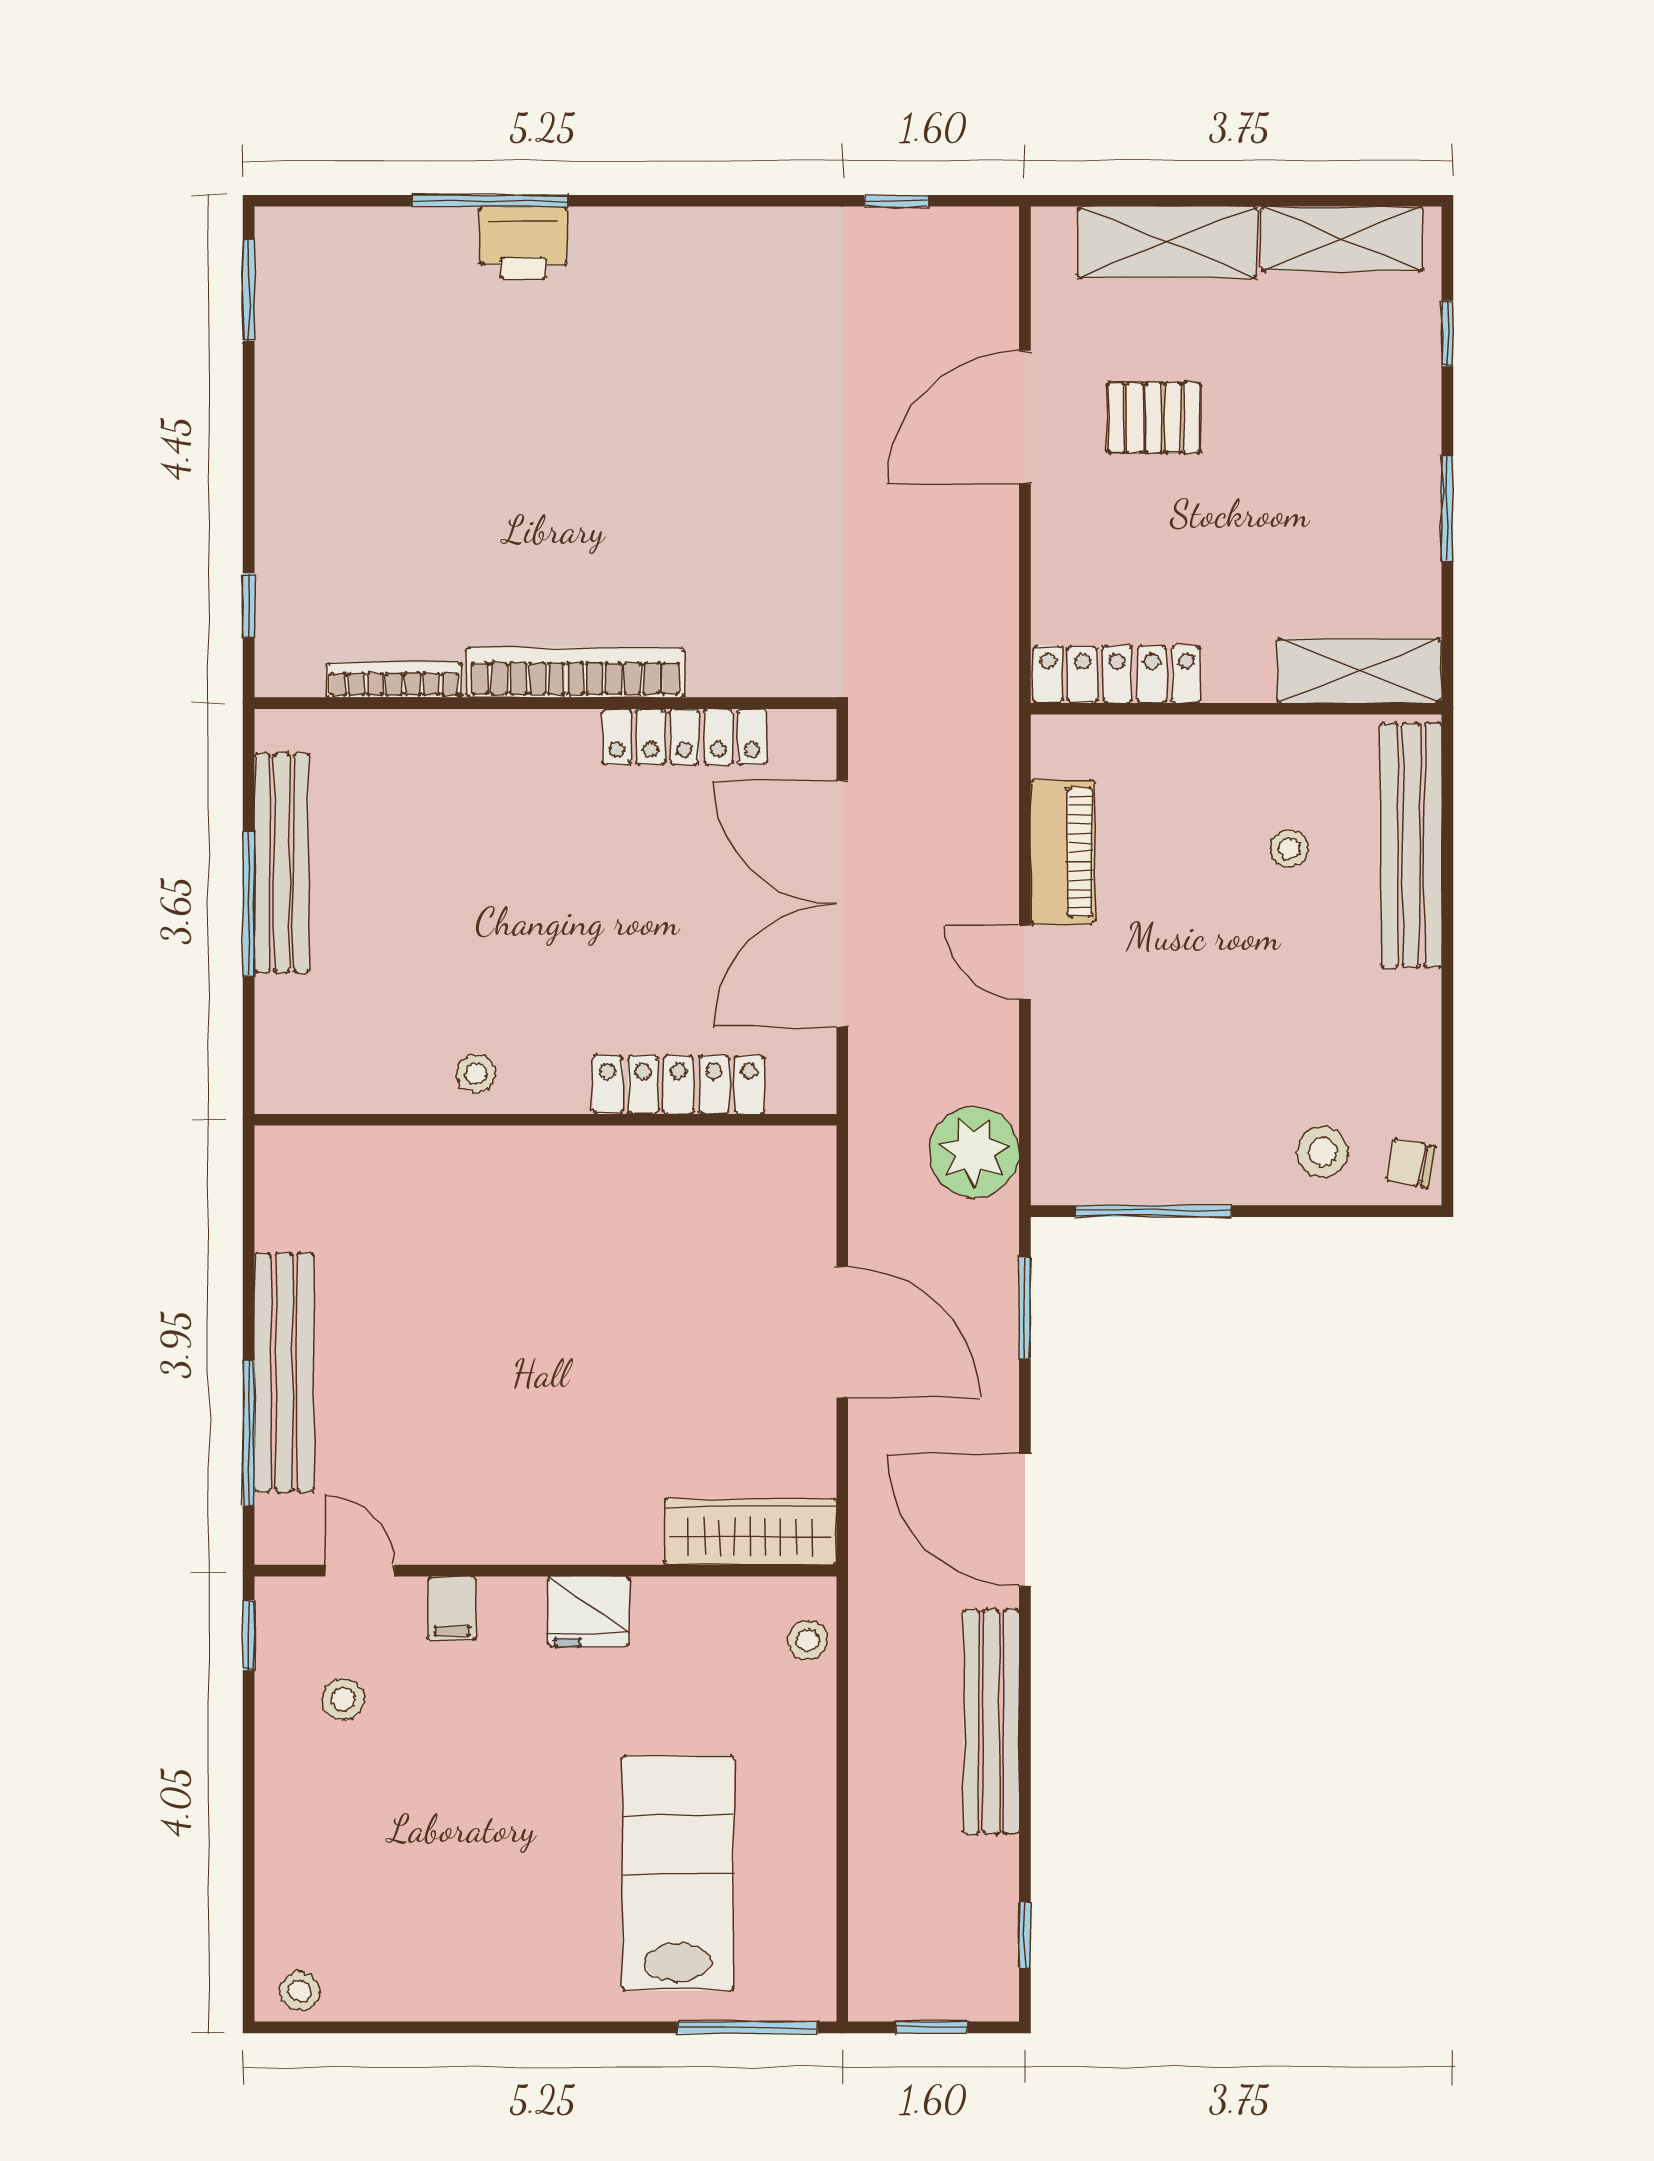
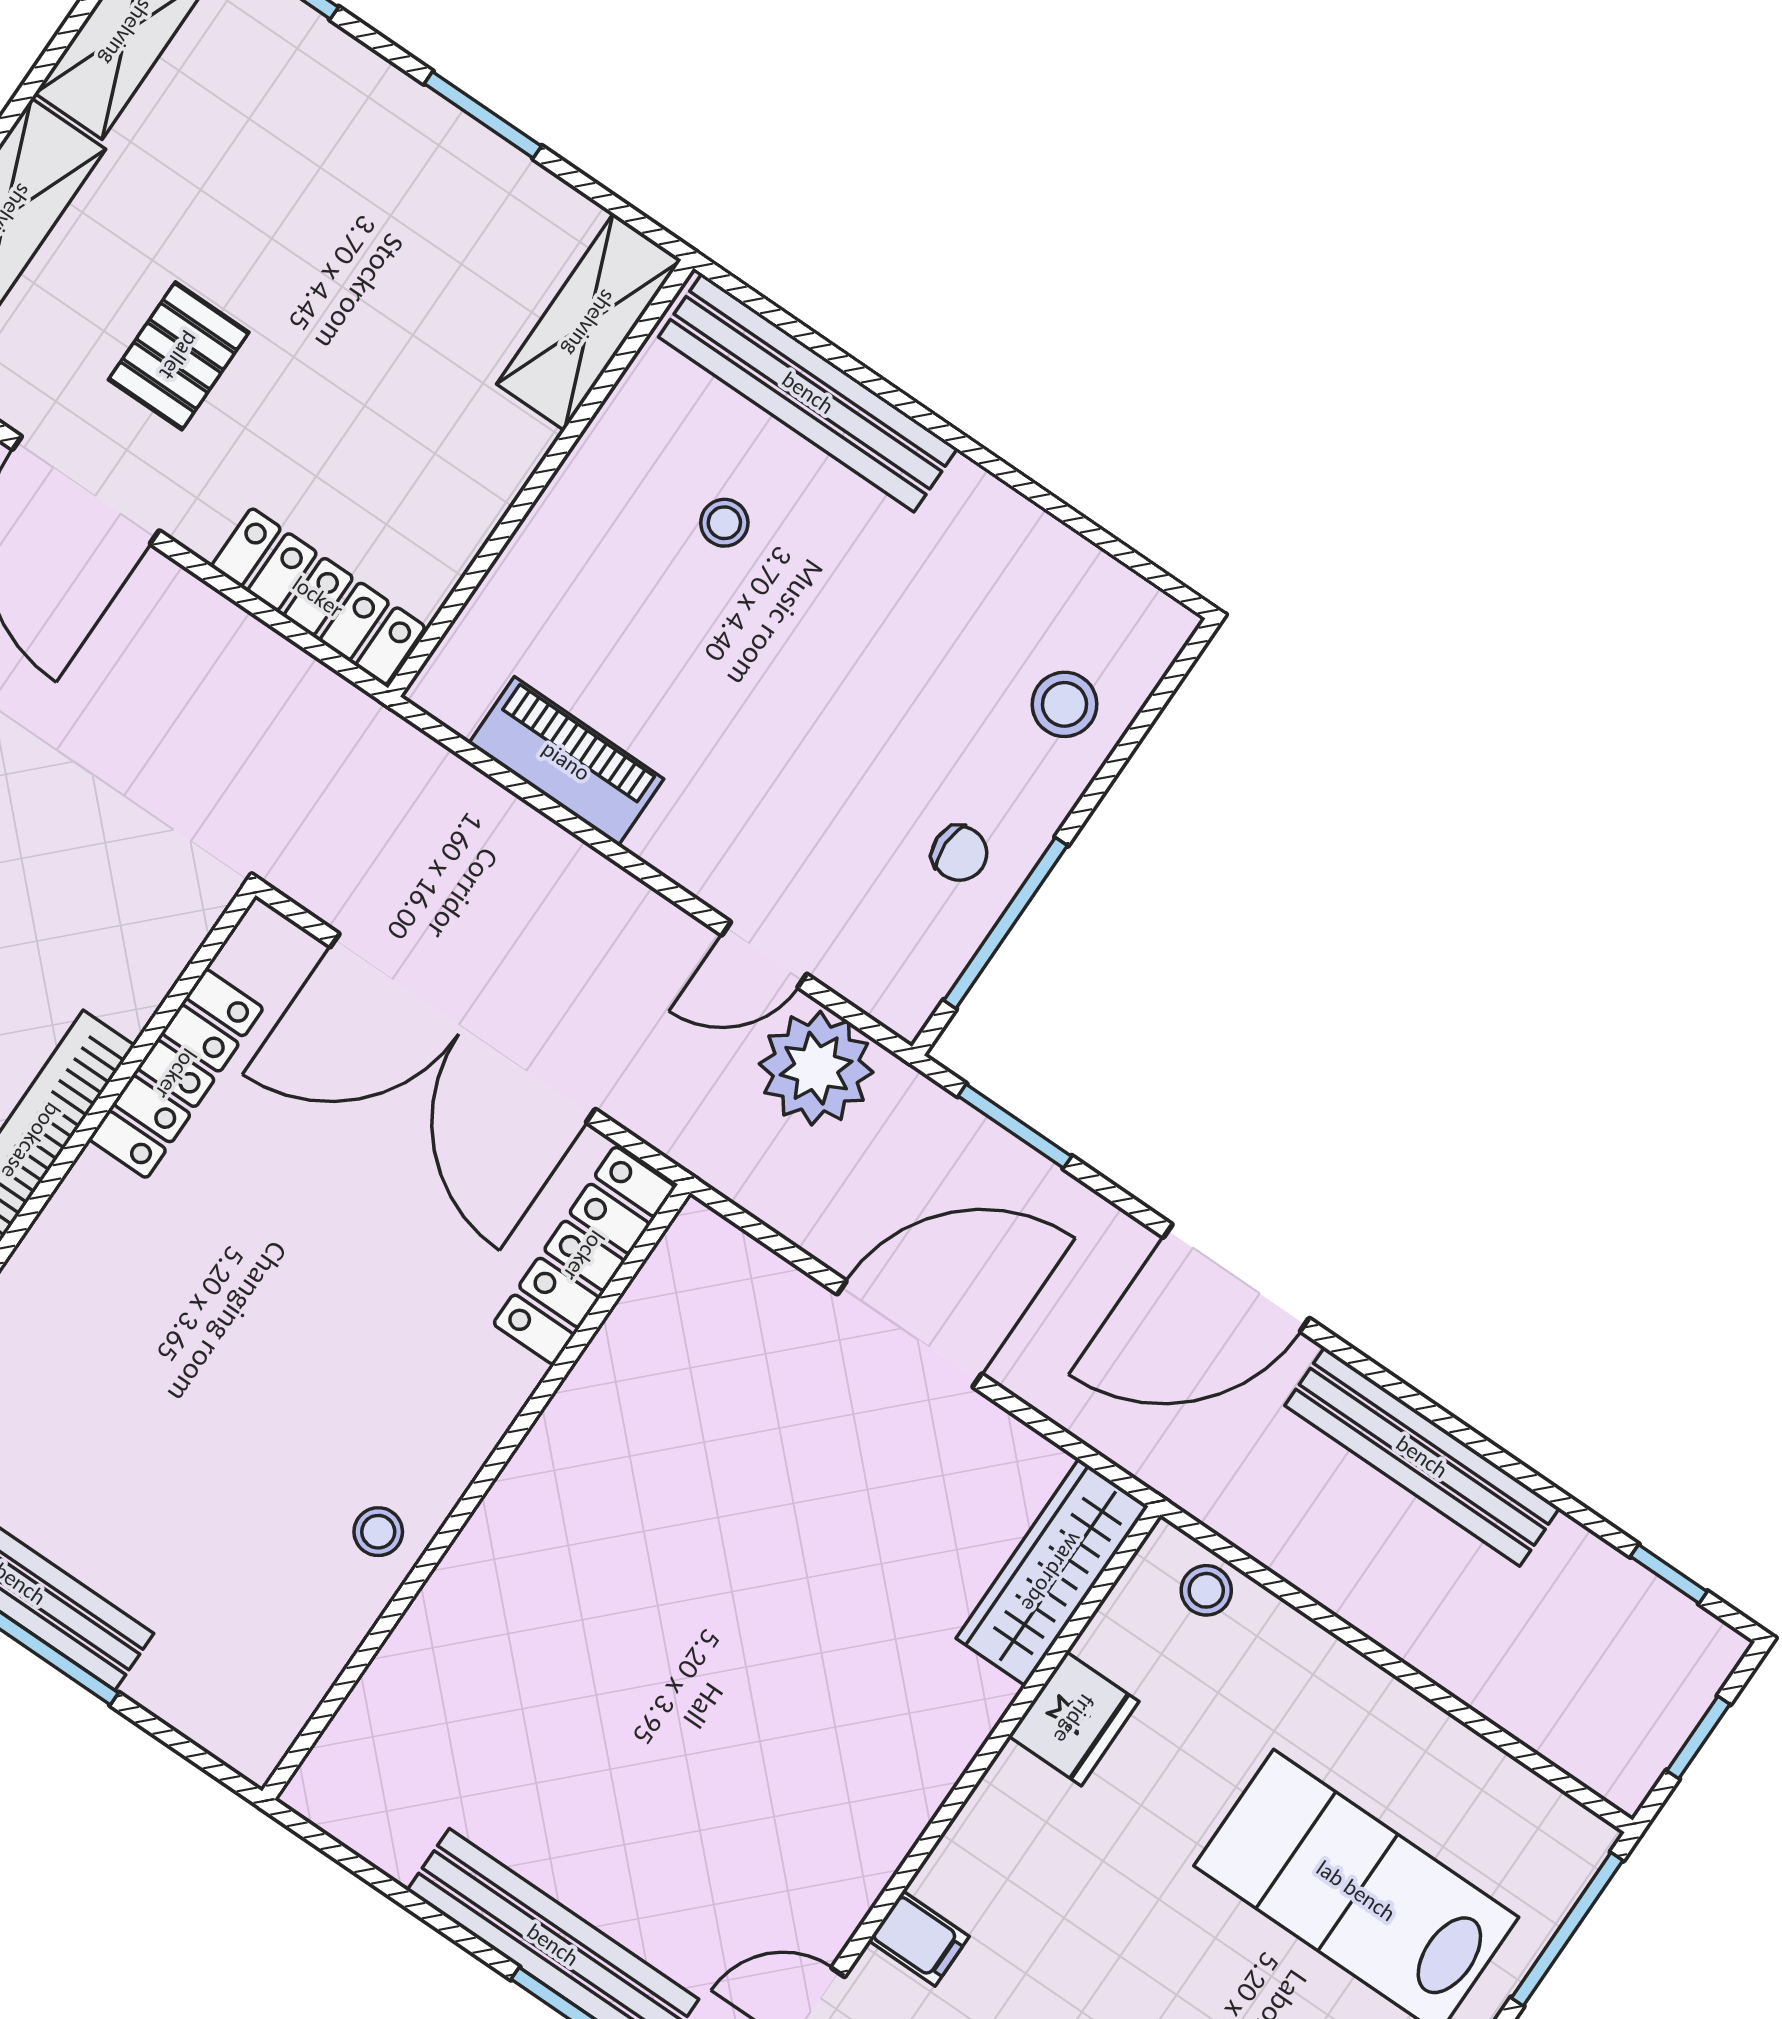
locker: (1117, 674) -> (318, 597), moved, turned 90
door: (1025, 962) -> (764, 955), moved
locker: (679, 1085) -> (584, 1256), moved
chair: (1411, 1164) -> (959, 853), moved, turned -101
fridge: (589, 1611) -> (1074, 1719), moved

